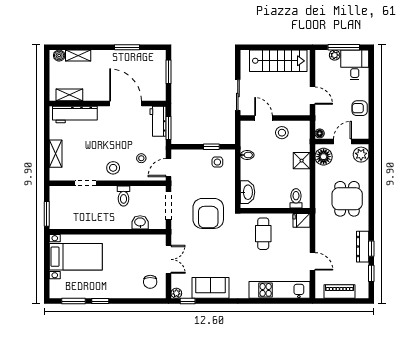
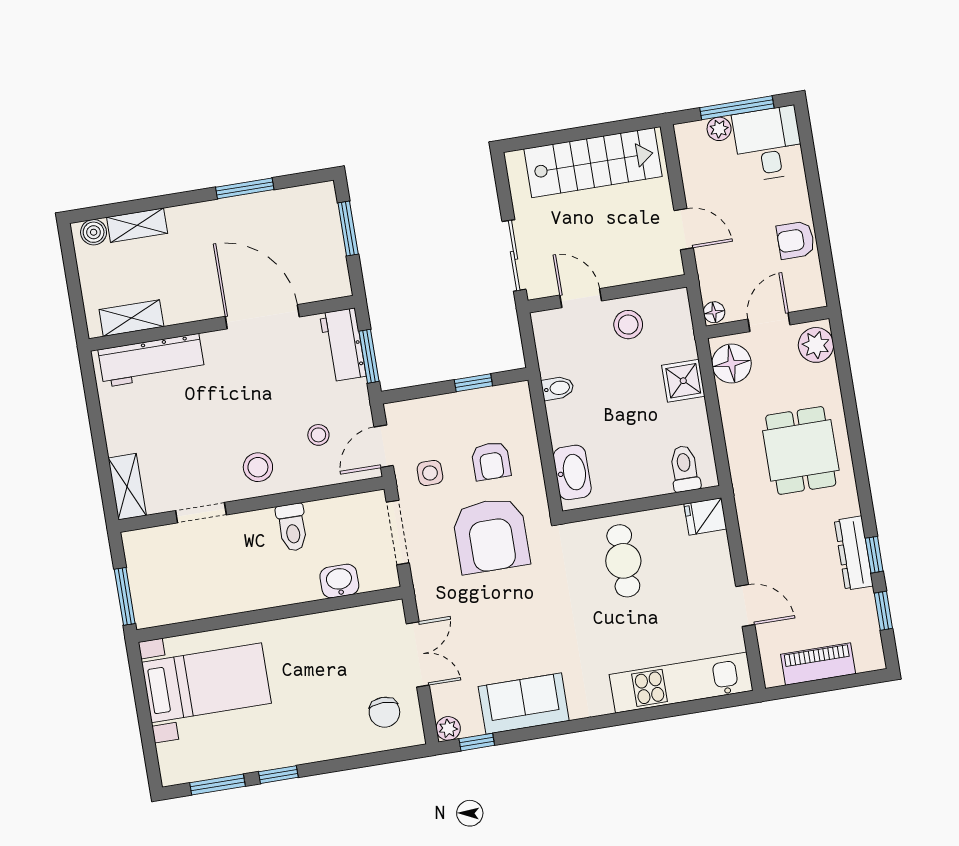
shelving: (56, 154) -> (127, 487), moved
side table: (217, 162) -> (430, 473), moved
armchair: (214, 182) -> (491, 461), added

